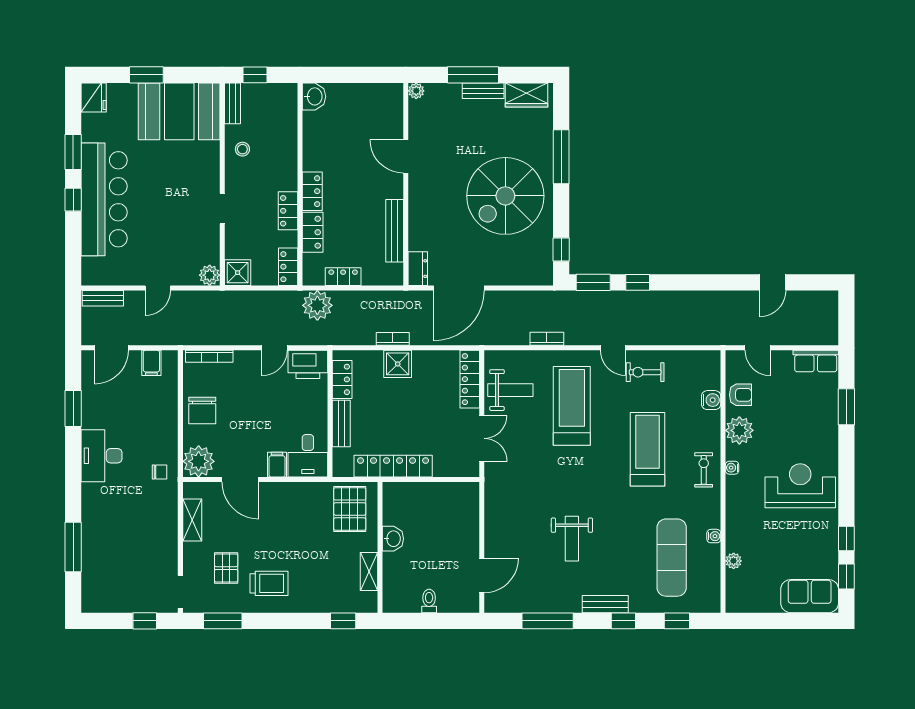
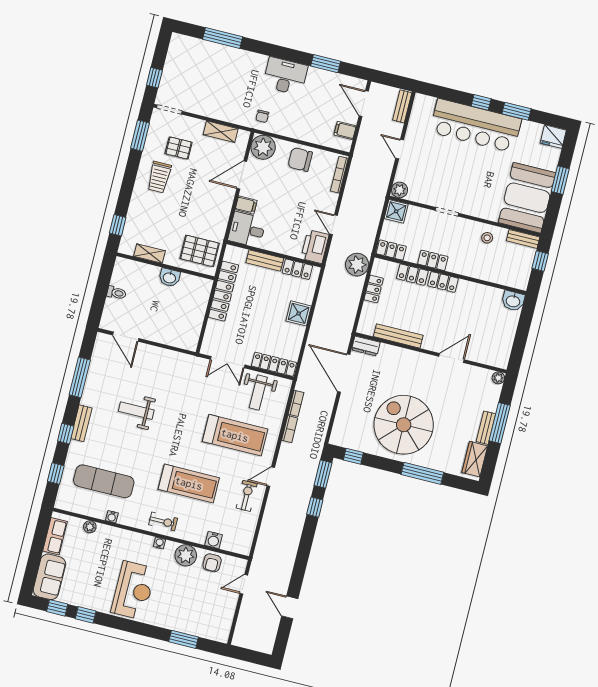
bookcase: (393, 339) -> (296, 403), moved
row of seats: (816, 361) -> (55, 536), moved, turned 180

